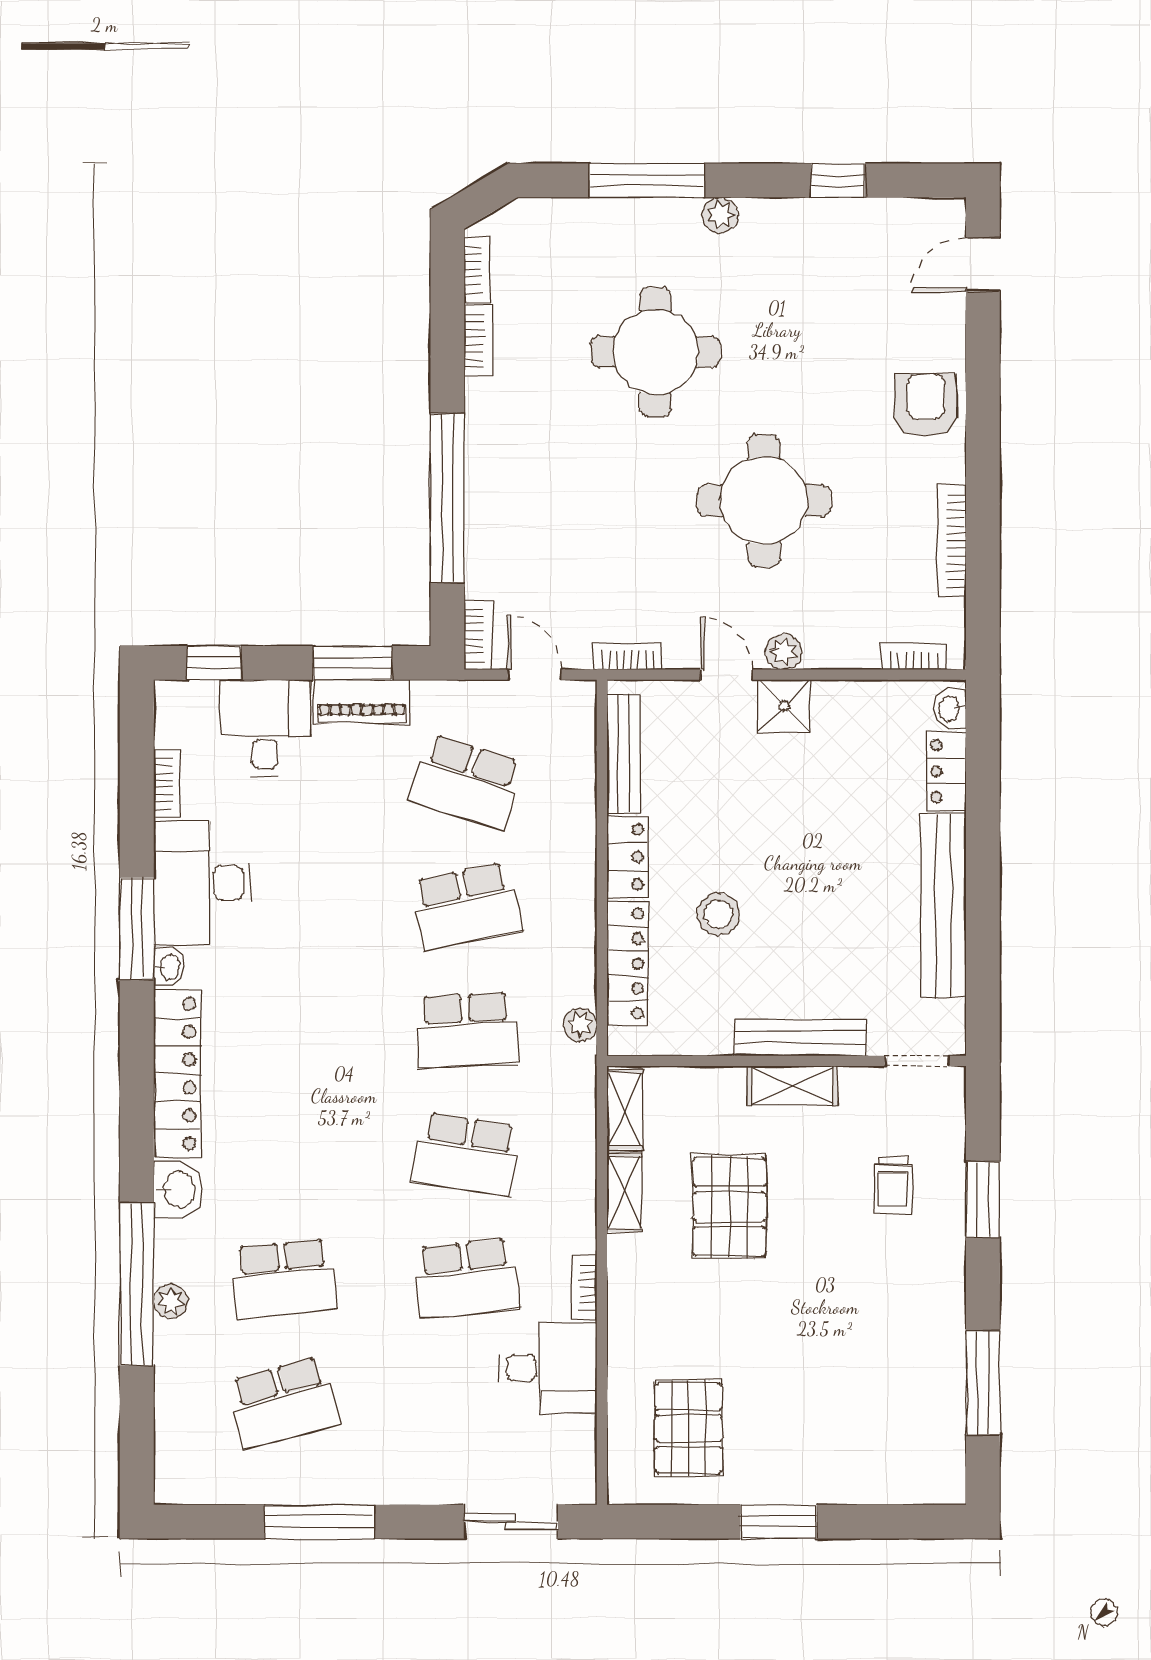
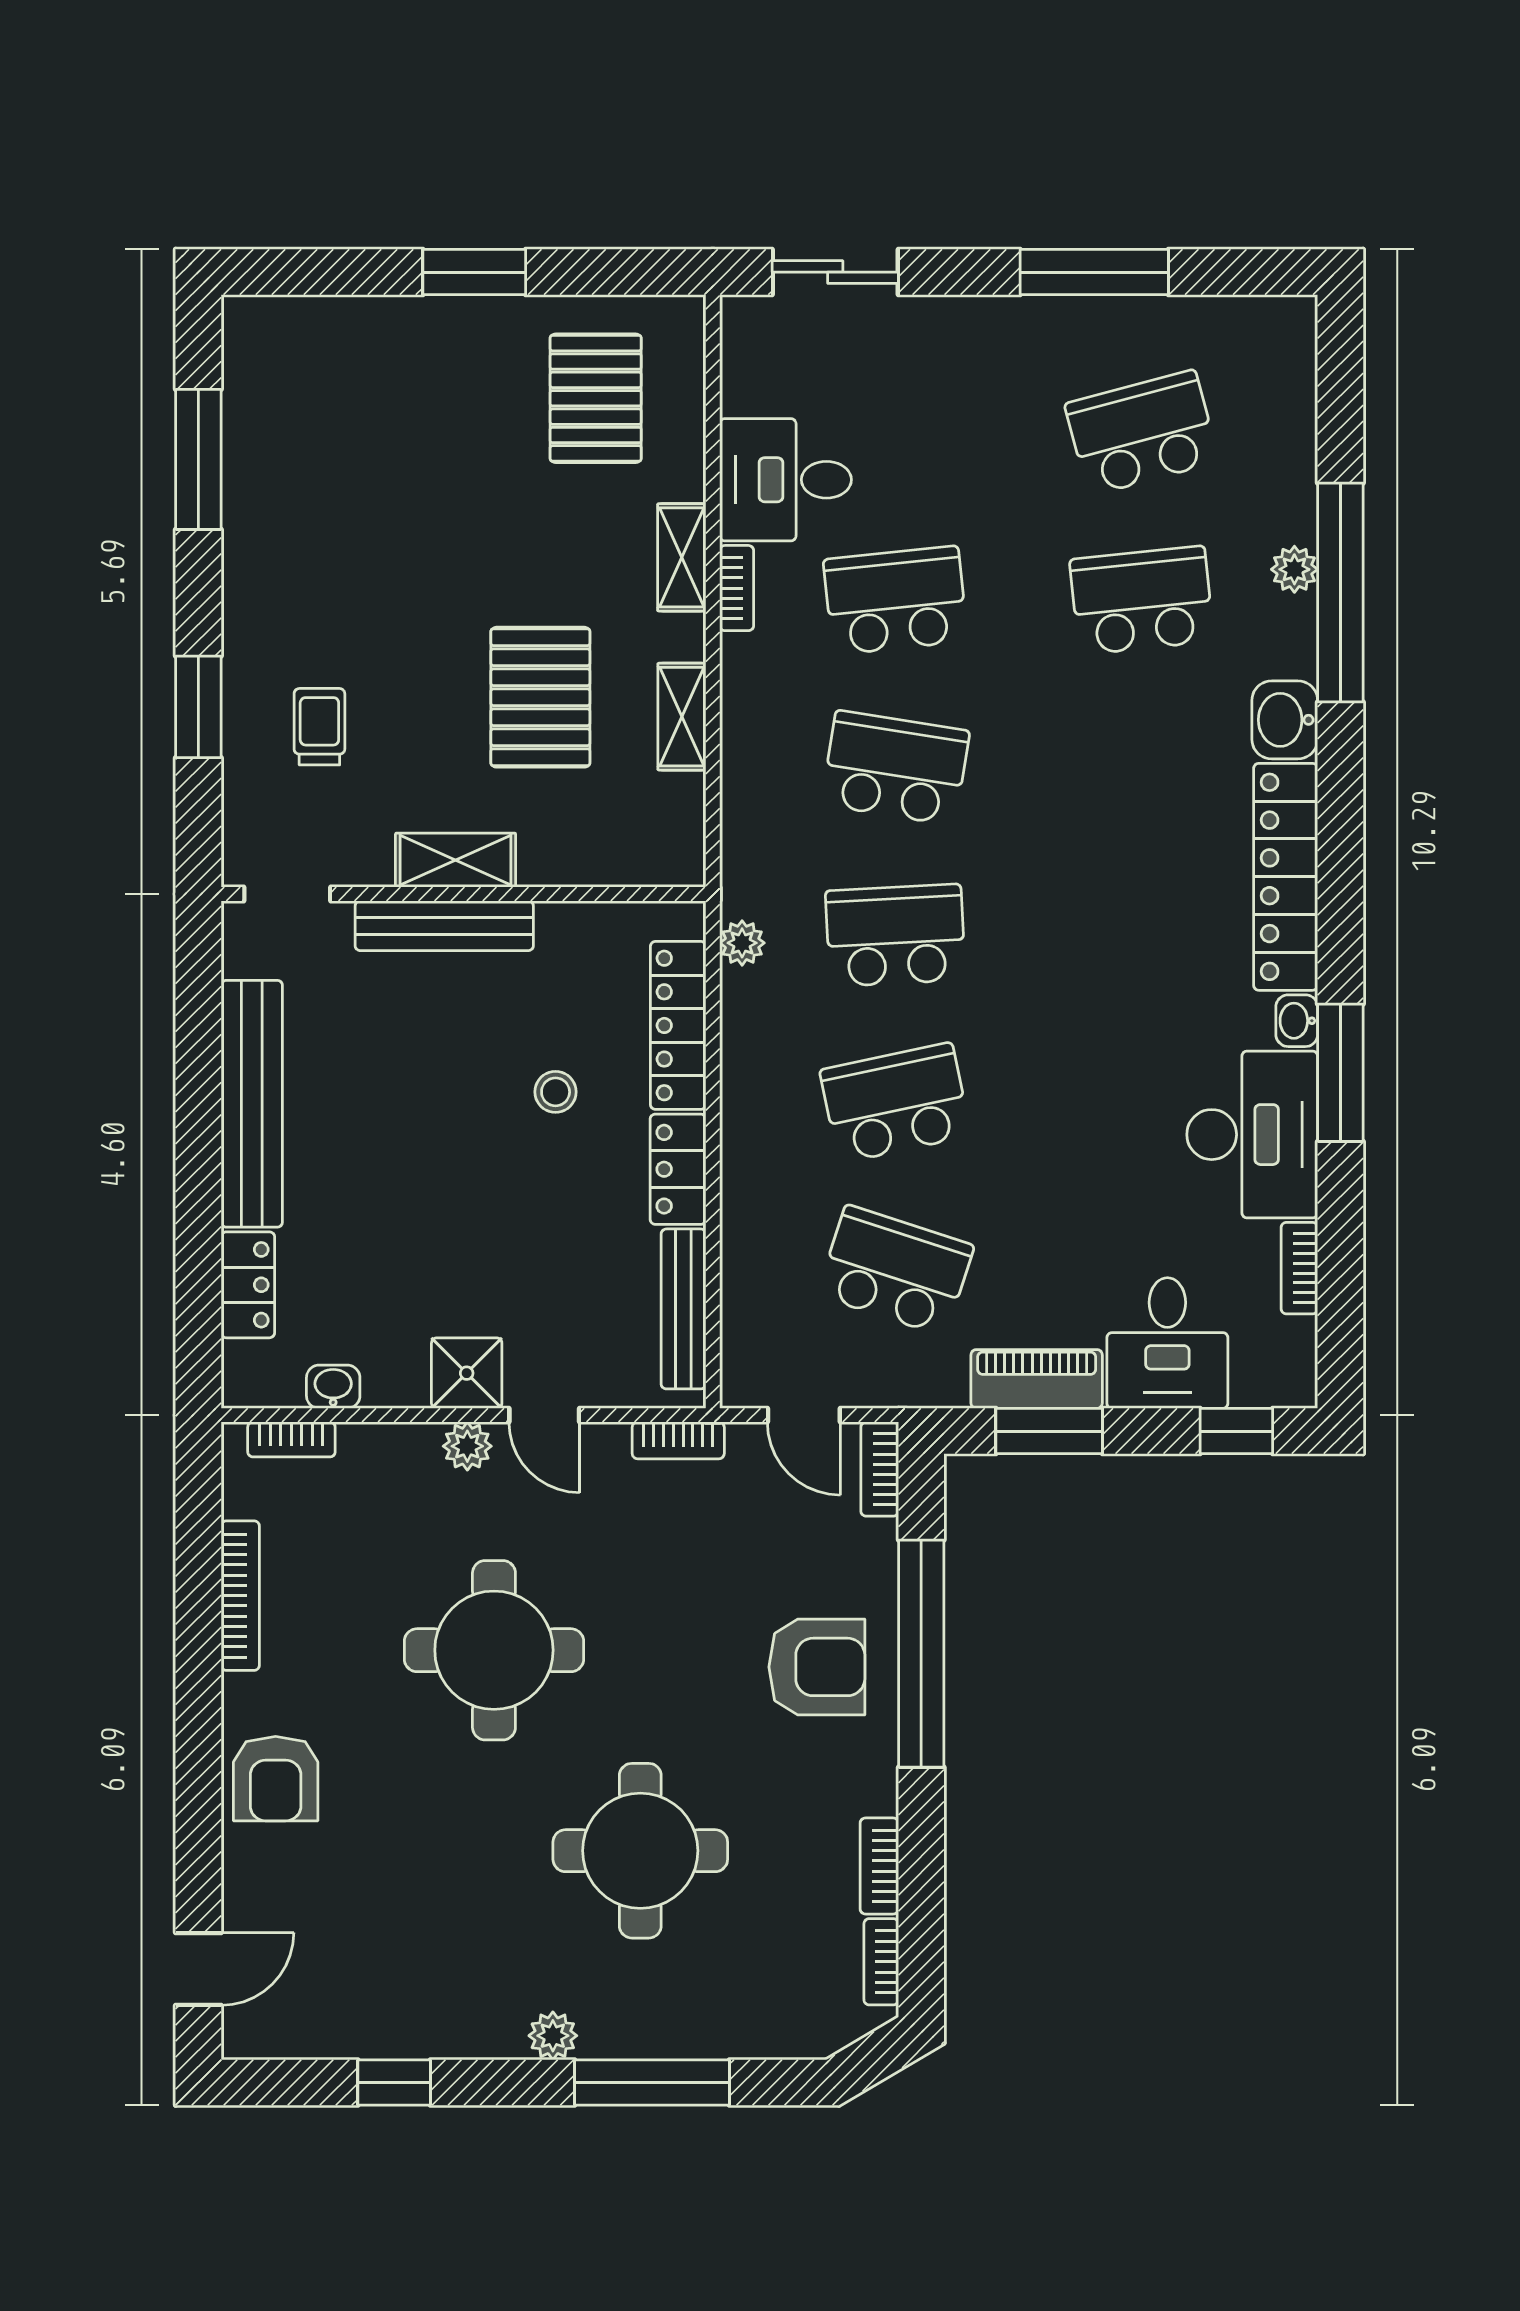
armchair: (525, 488) -> (817, 1667), added
washbasin: (950, 709) -> (333, 1387), moved, turned -90
stool: (718, 914) -> (556, 1092), width x0.73, depth x0.73
shelving: (625, 1109) -> (682, 557), moved

